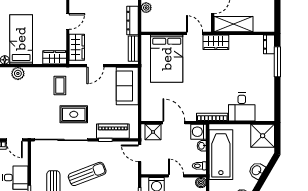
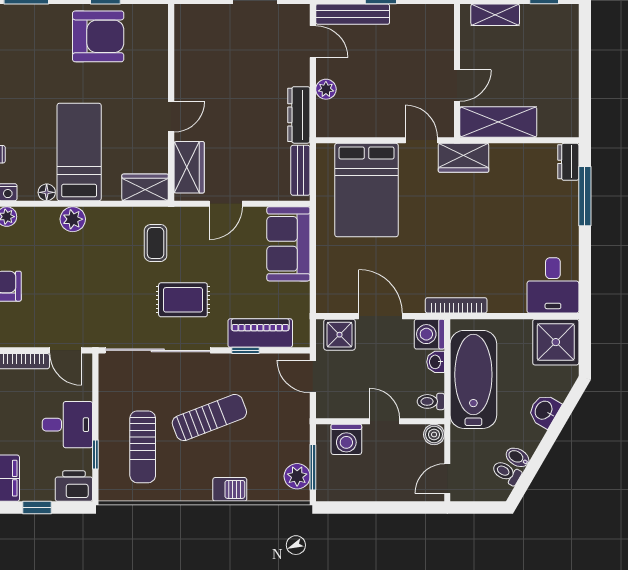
desk: (242, 107) -> (553, 285), moved

